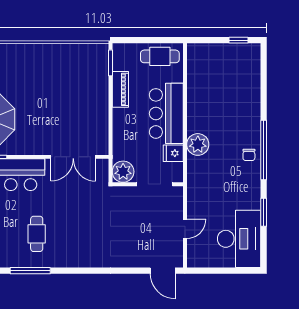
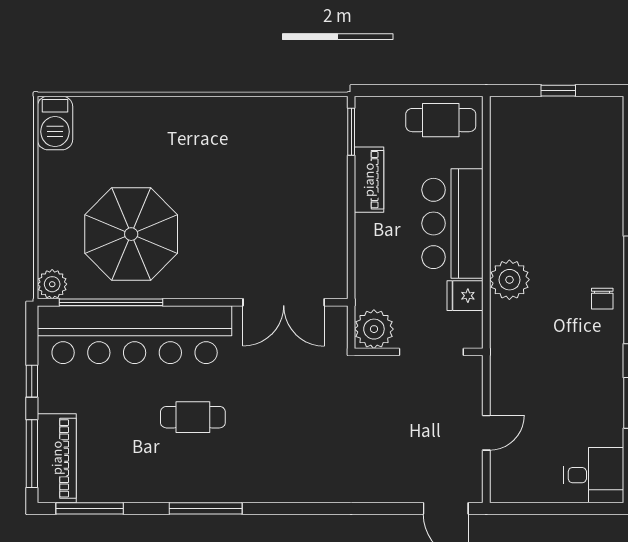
window: (238, 40) -> (558, 91), moved
cafe table: (37, 234) -> (193, 417), moved, turned 90
desk: (239, 239) -> (594, 475), width x0.53, depth x0.77

